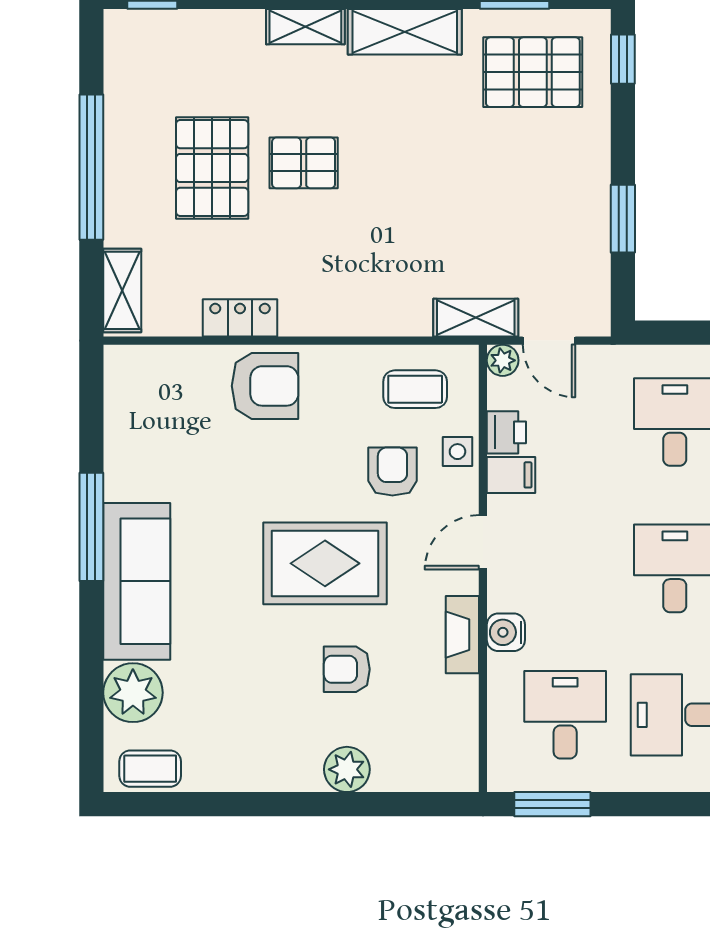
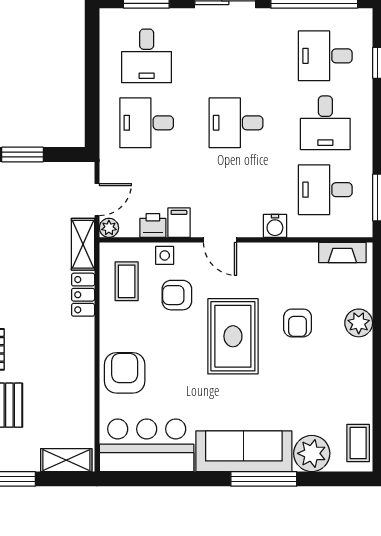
locker: (240, 318) -> (83, 295), moved
bar counter: (146, 422) -> (147, 445), added
window: (91, 527) -> (264, 479), moved
fireplace: (462, 635) -> (342, 252), moved

